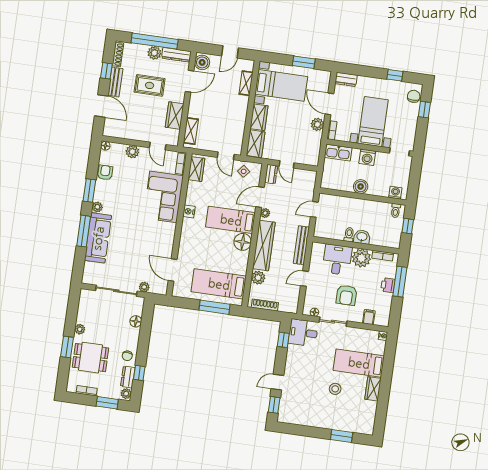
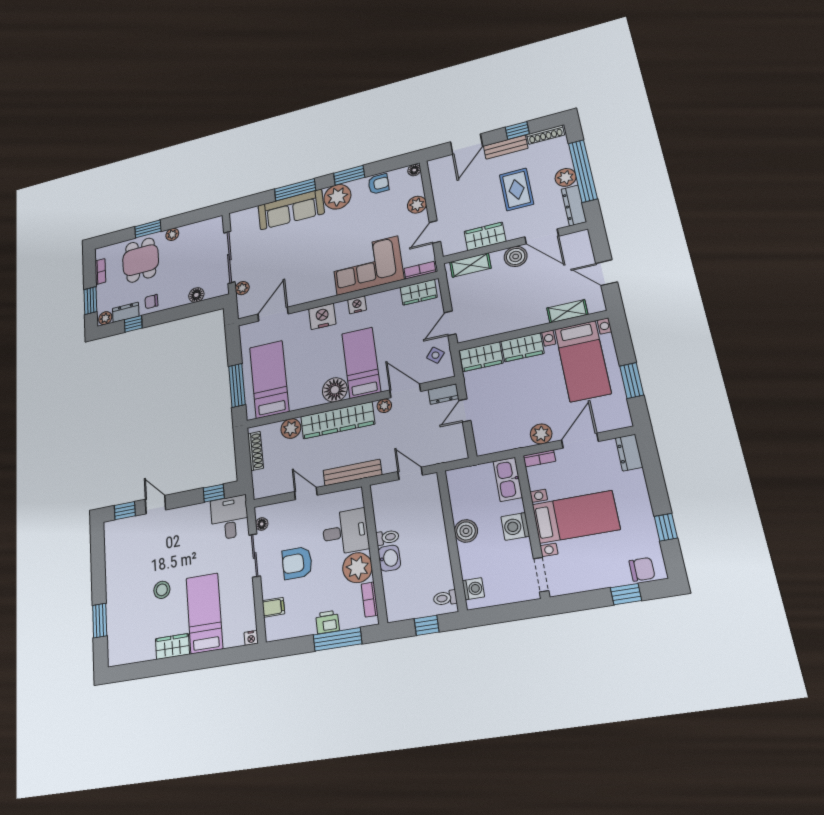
boiler: (202, 62) -> (516, 256), moved
plant: (97, 207) -> (337, 197), width x1.88, depth x1.88
nightstand: (188, 237) -> (322, 316), added

